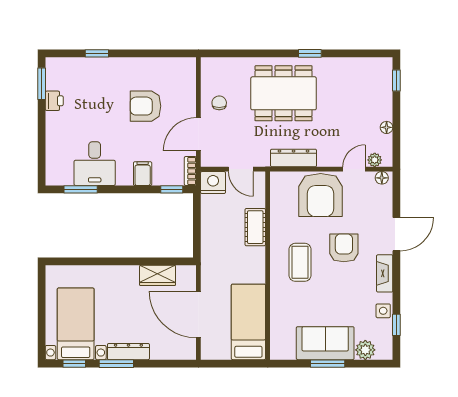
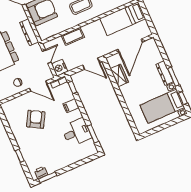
printer: (54, 101) -> (41, 173), moved
armchair: (146, 106) -> (36, 119), turned -151
door: (197, 237) -> (91, 64), added

